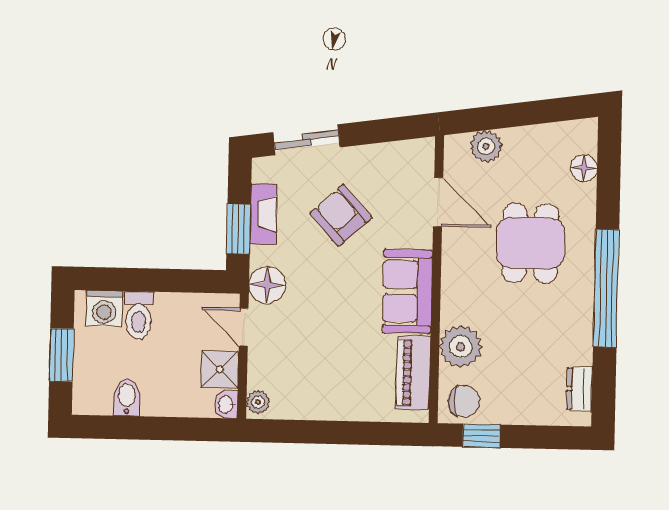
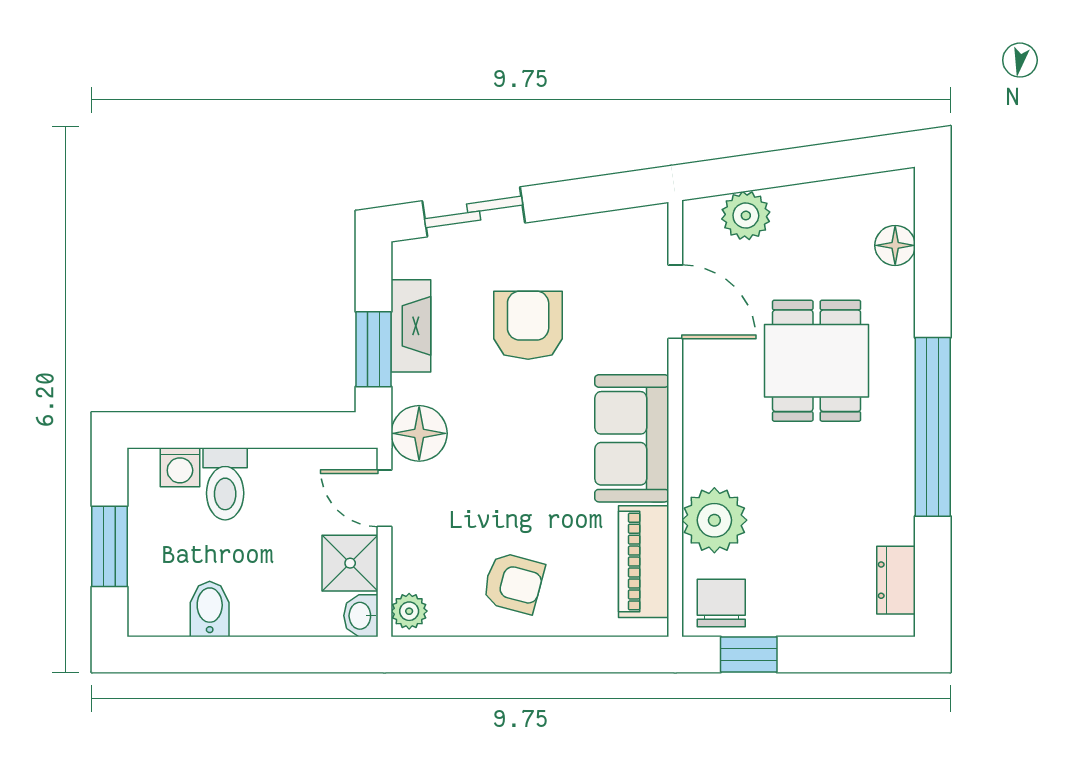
armchair: (341, 215) -> (528, 325), turned 42
washing machine: (104, 308) -> (180, 467), width x0.73, depth x0.73
armchair: (327, 385) -> (513, 583), added
chair: (464, 401) -> (721, 603), turned -90

